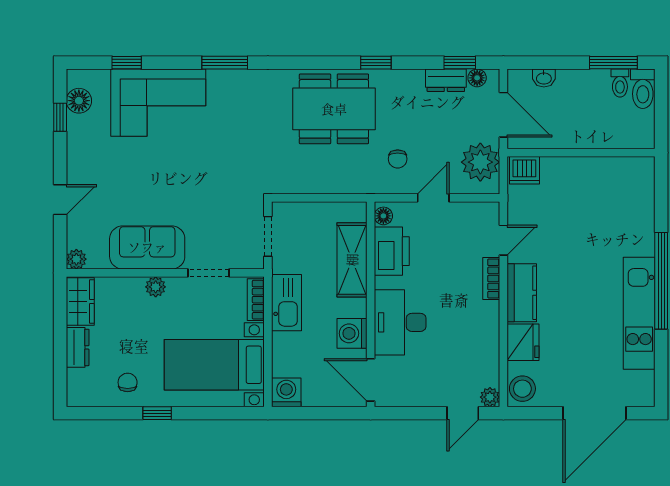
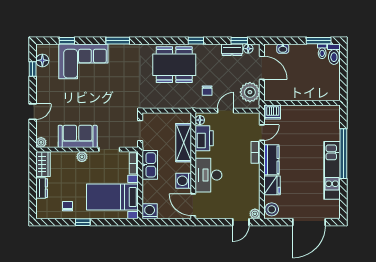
wall: (581, 153) -> (302, 103), moved
dishwasher: (524, 170) -> (273, 112), moved

